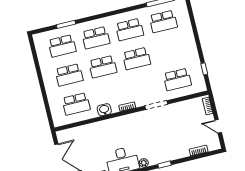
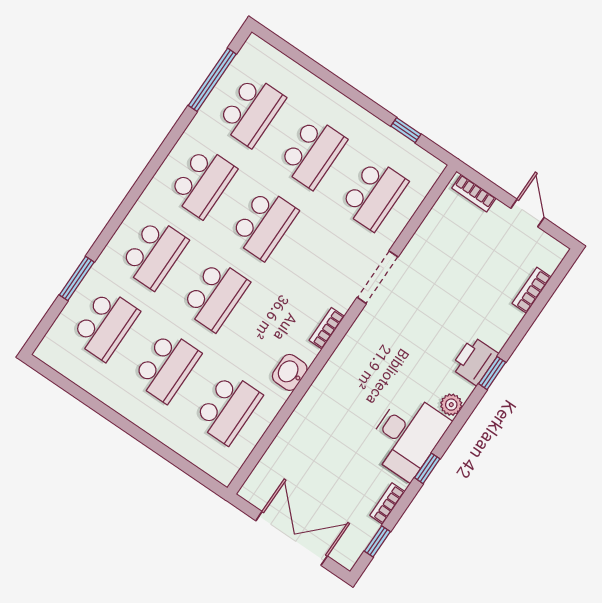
school desk: (170, 50) -> (312, 153), added
door: (218, 126) -> (527, 213), swing flipped
printer: (163, 156) -> (475, 361), added

